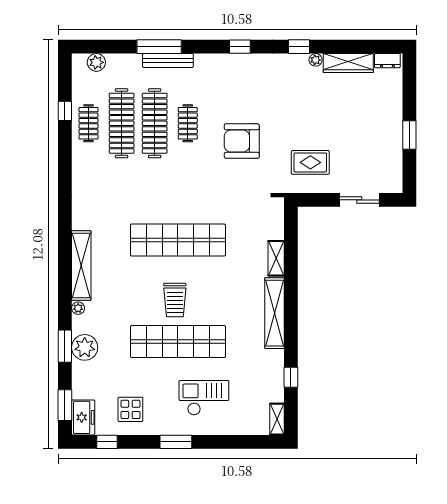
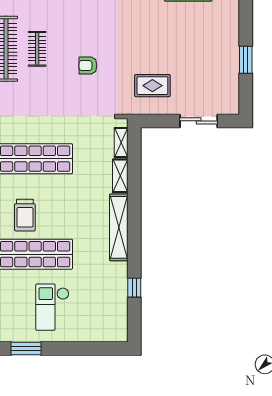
armchair: (242, 141) -> (88, 65), width x0.53, depth x0.53
checkout: (204, 398) -> (52, 307), turned -90
shelving: (277, 419) -> (121, 142), moved

